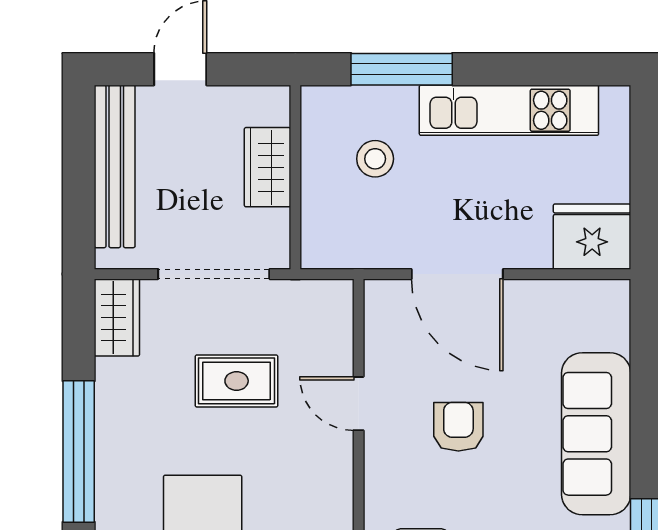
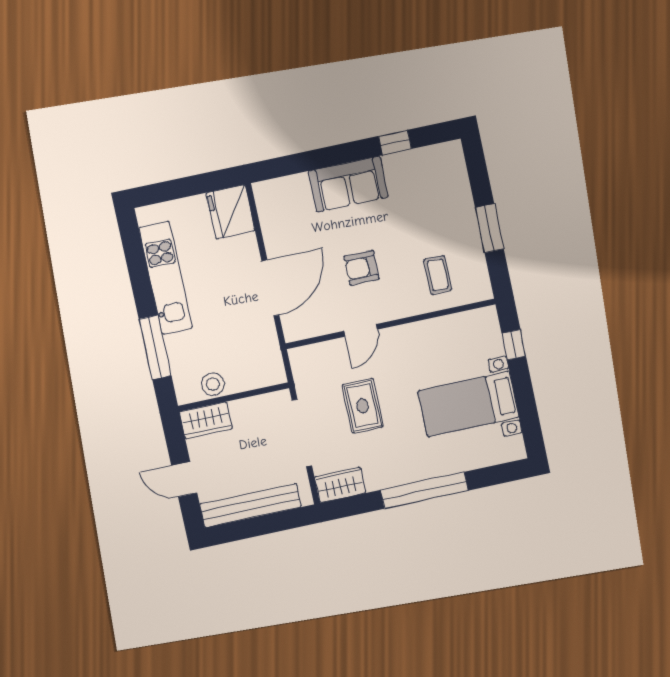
stool: (375, 159) -> (213, 384), moved
wardrobe: (268, 167) -> (206, 420), moved
sofa: (596, 434) -> (348, 184), width x0.73

